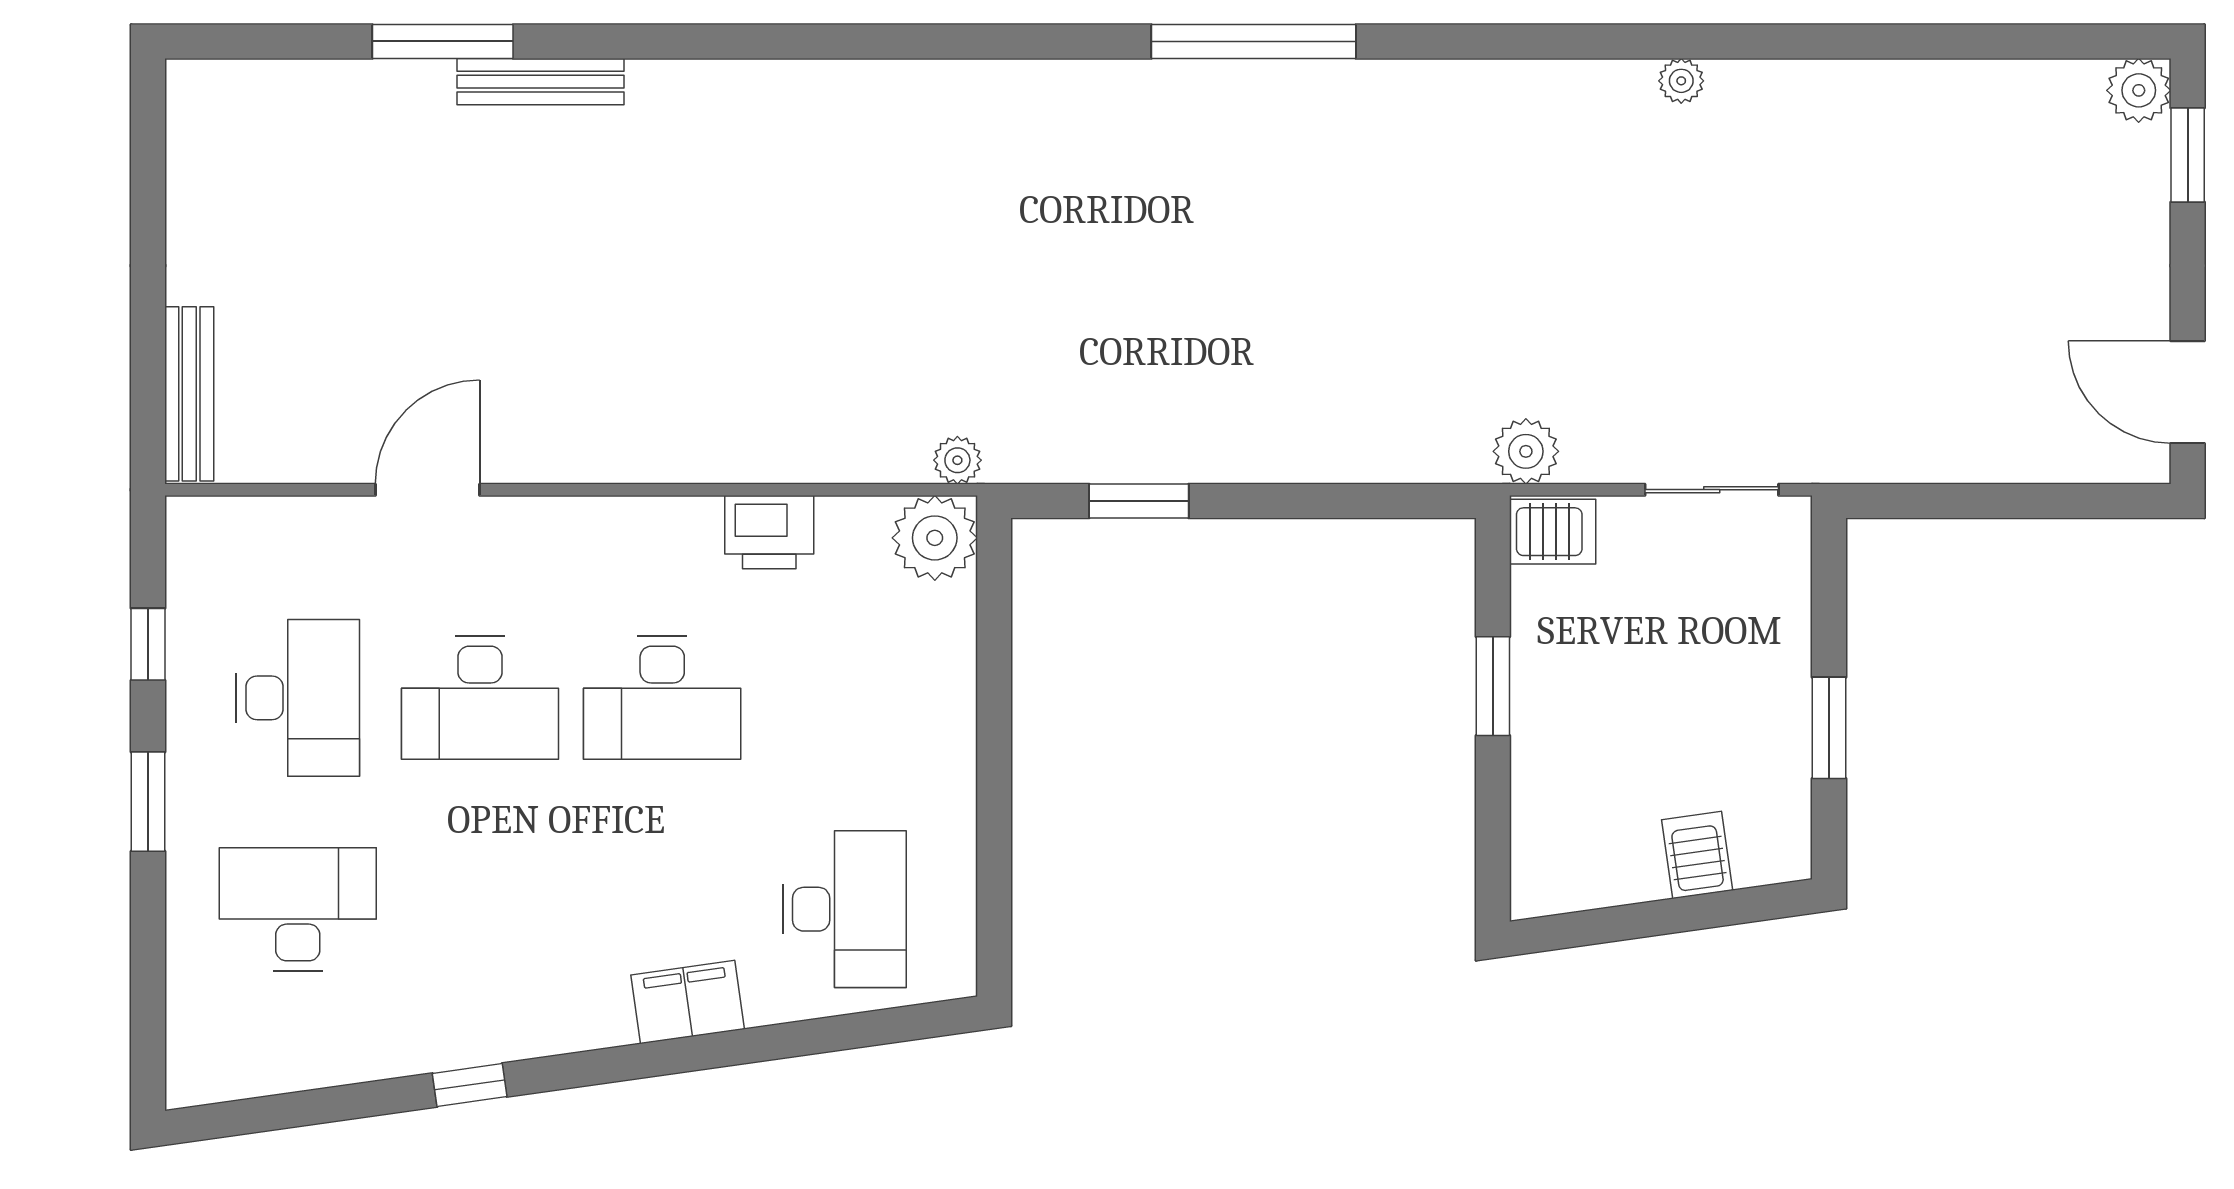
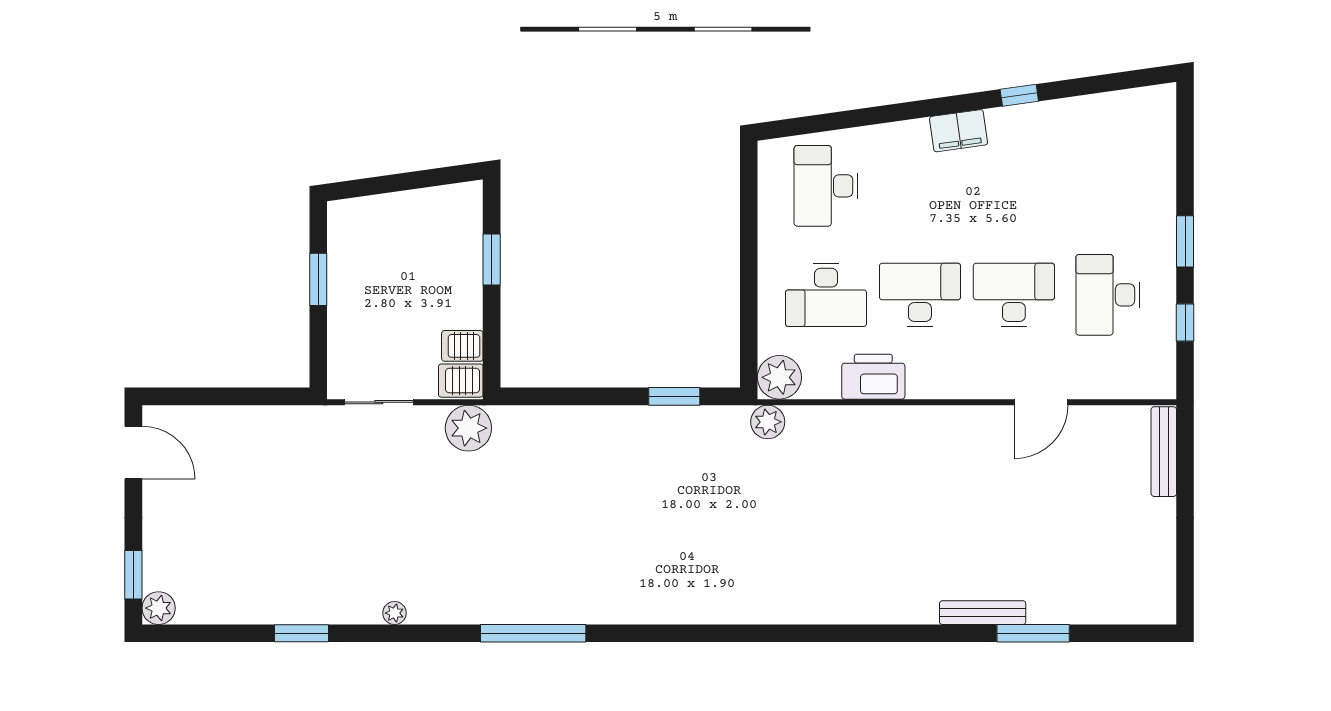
window: (1254, 41) -> (533, 633), moved
window: (1861, 41) -> (302, 633), added
plant: (1526, 451) -> (468, 428), width x1.36, depth x1.36
plant: (957, 460) -> (768, 422), width x1.38, depth x1.38
printer: (769, 532) -> (873, 377), width x1.37, depth x1.19
window: (1493, 686) -> (492, 260), moved
server rack: (1697, 855) -> (462, 346), moved, turned 98
desk: (298, 909) -> (826, 295), moved
filing cabinet: (688, 1002) -> (959, 131), moved

